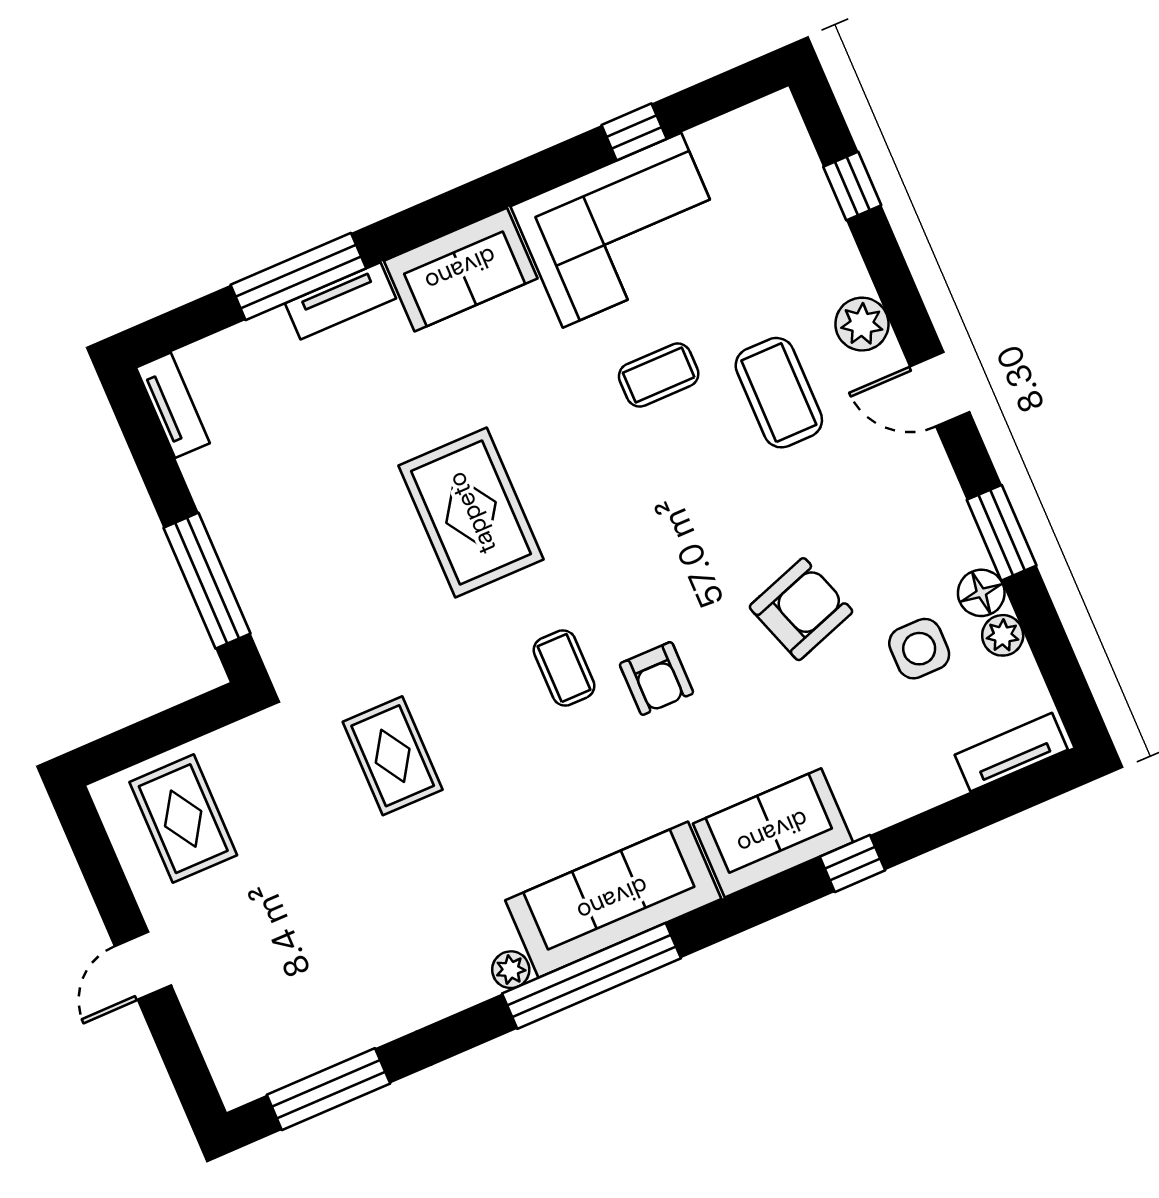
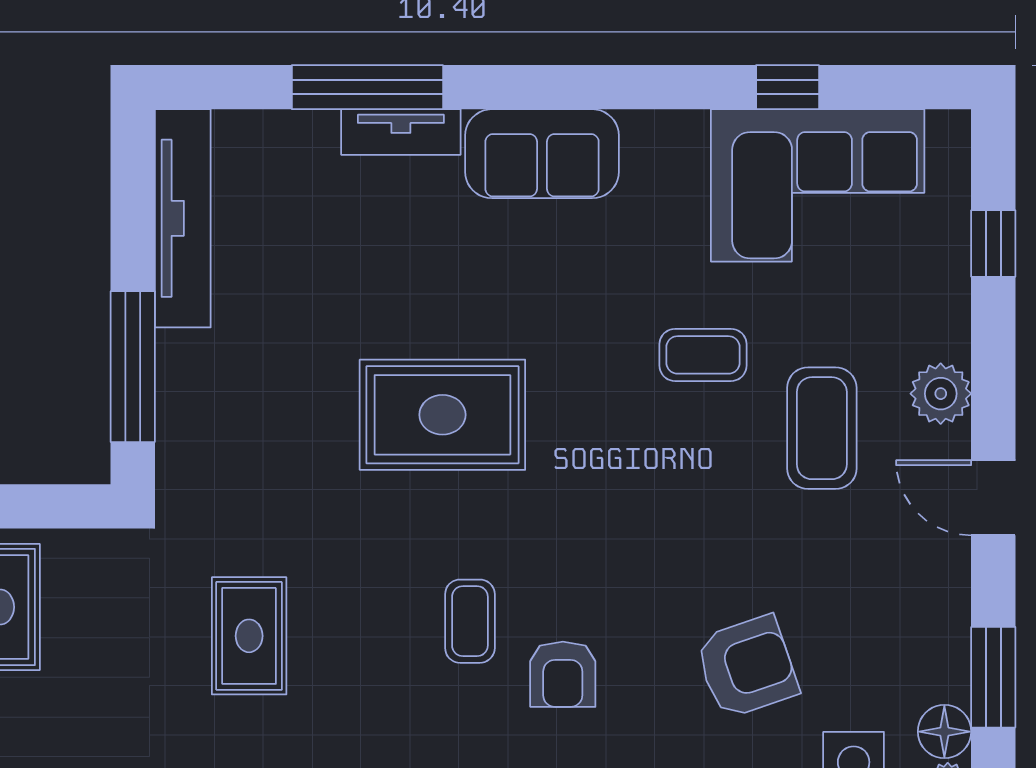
corner sofa: (622, 230) -> (818, 185), moved
tv unit: (173, 405) -> (183, 218), width x1.92, depth x1.29
rug: (471, 513) -> (442, 415), turned 90

